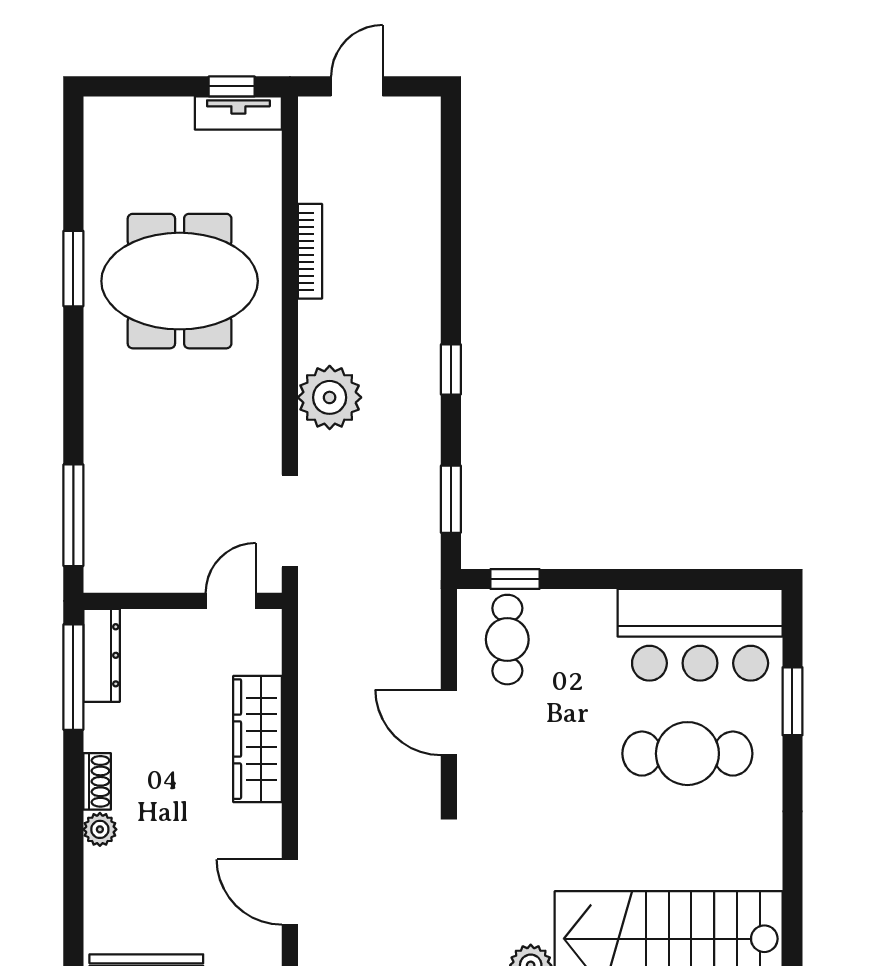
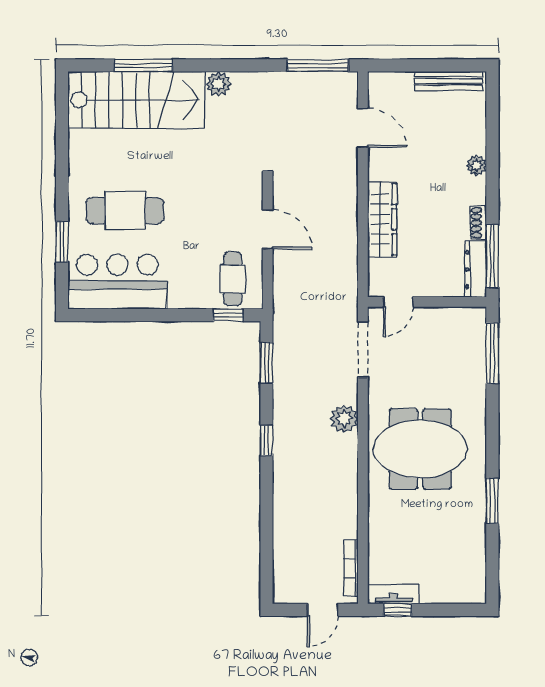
bookcase: (310, 251) -> (351, 568), moved
meeting table: (180, 281) -> (420, 449), moved
plant: (330, 397) -> (344, 419), width x0.73, depth x0.73
shoe rack: (97, 781) -> (478, 223), moved

